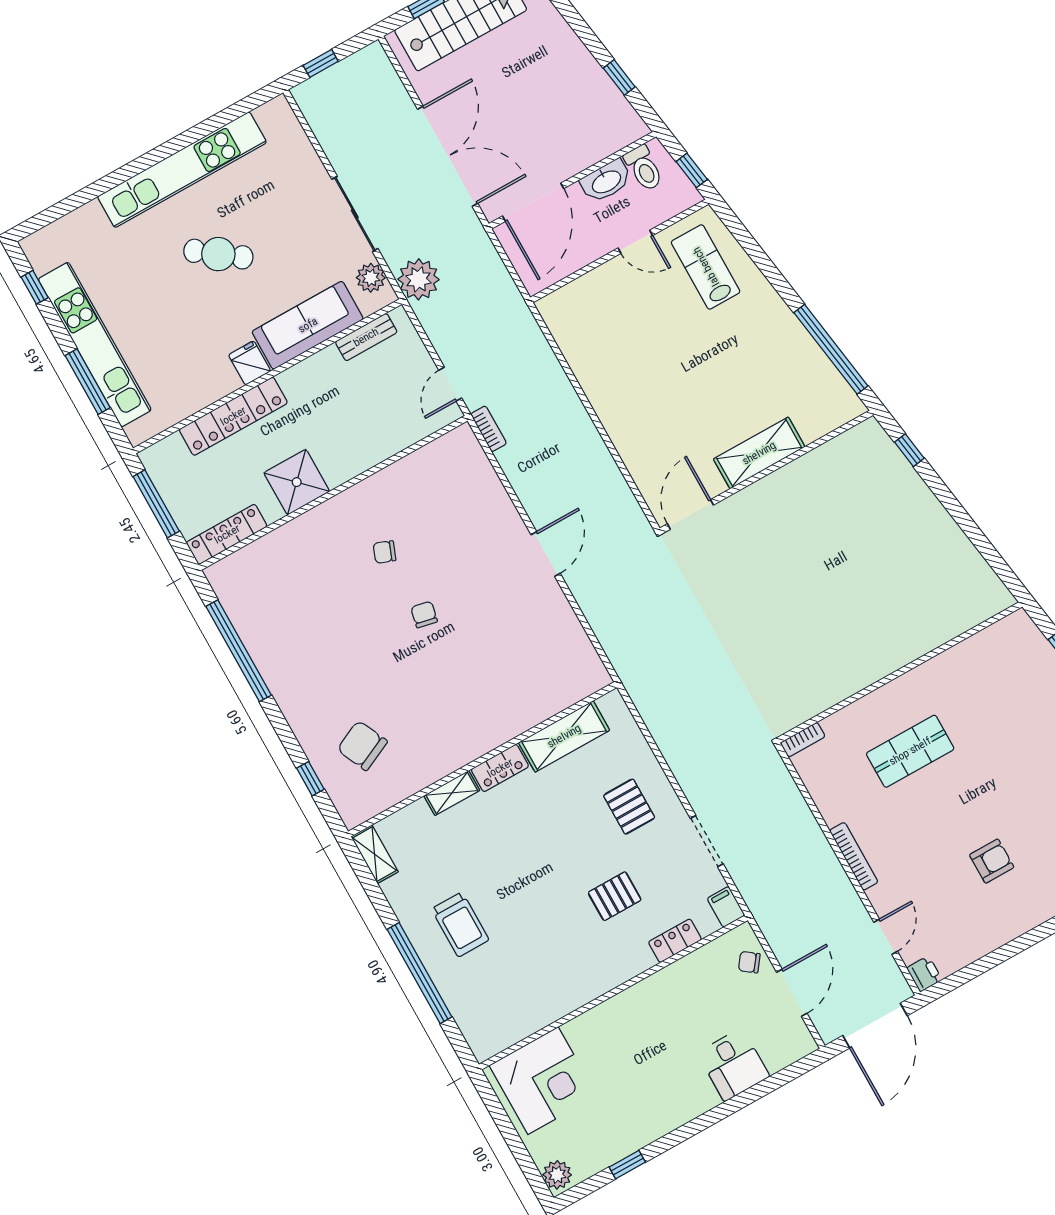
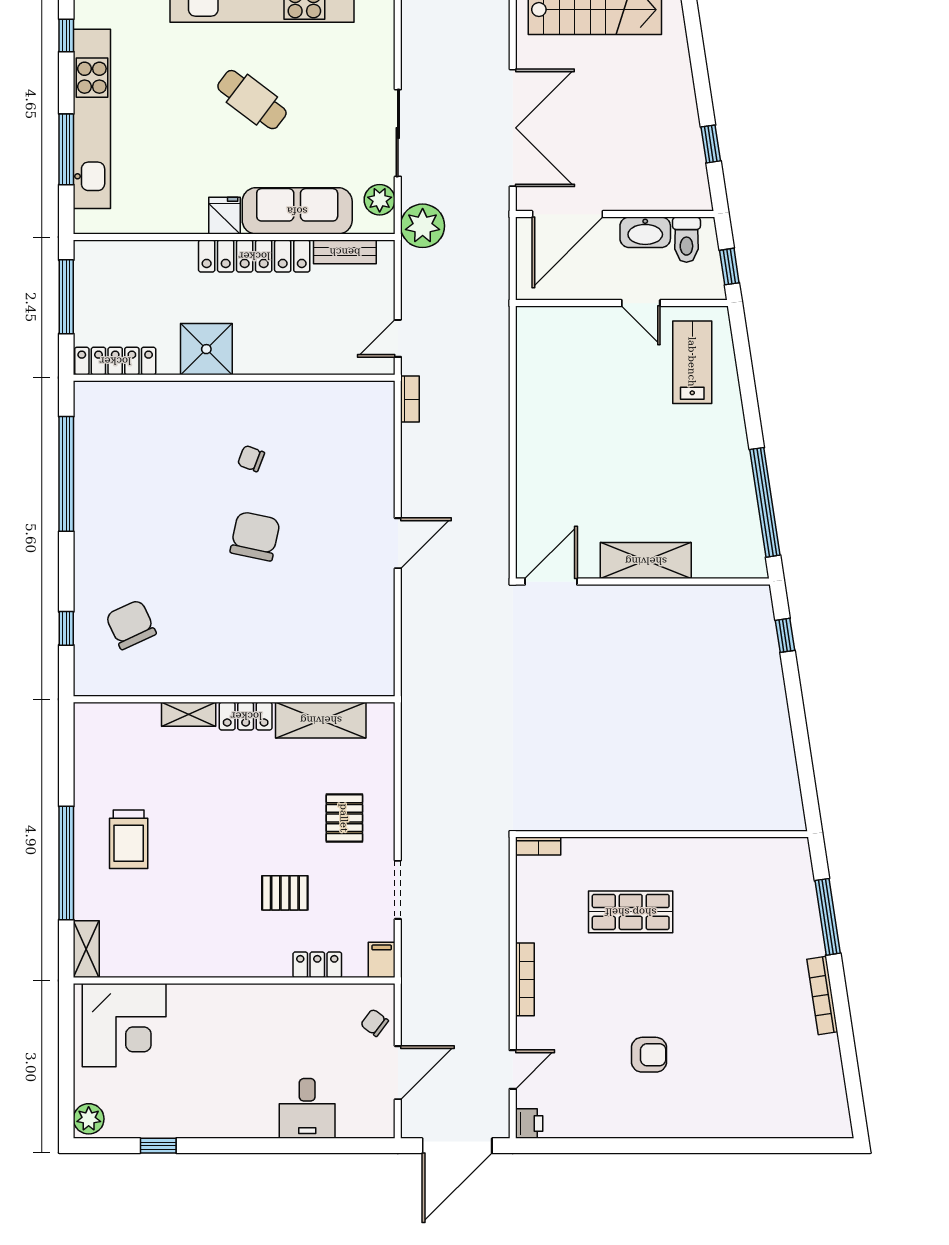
locker: (233, 416) -> (254, 256), moved
chair: (424, 615) -> (255, 536), width x1.87, depth x1.87
shelving: (375, 854) -> (86, 949), moved

